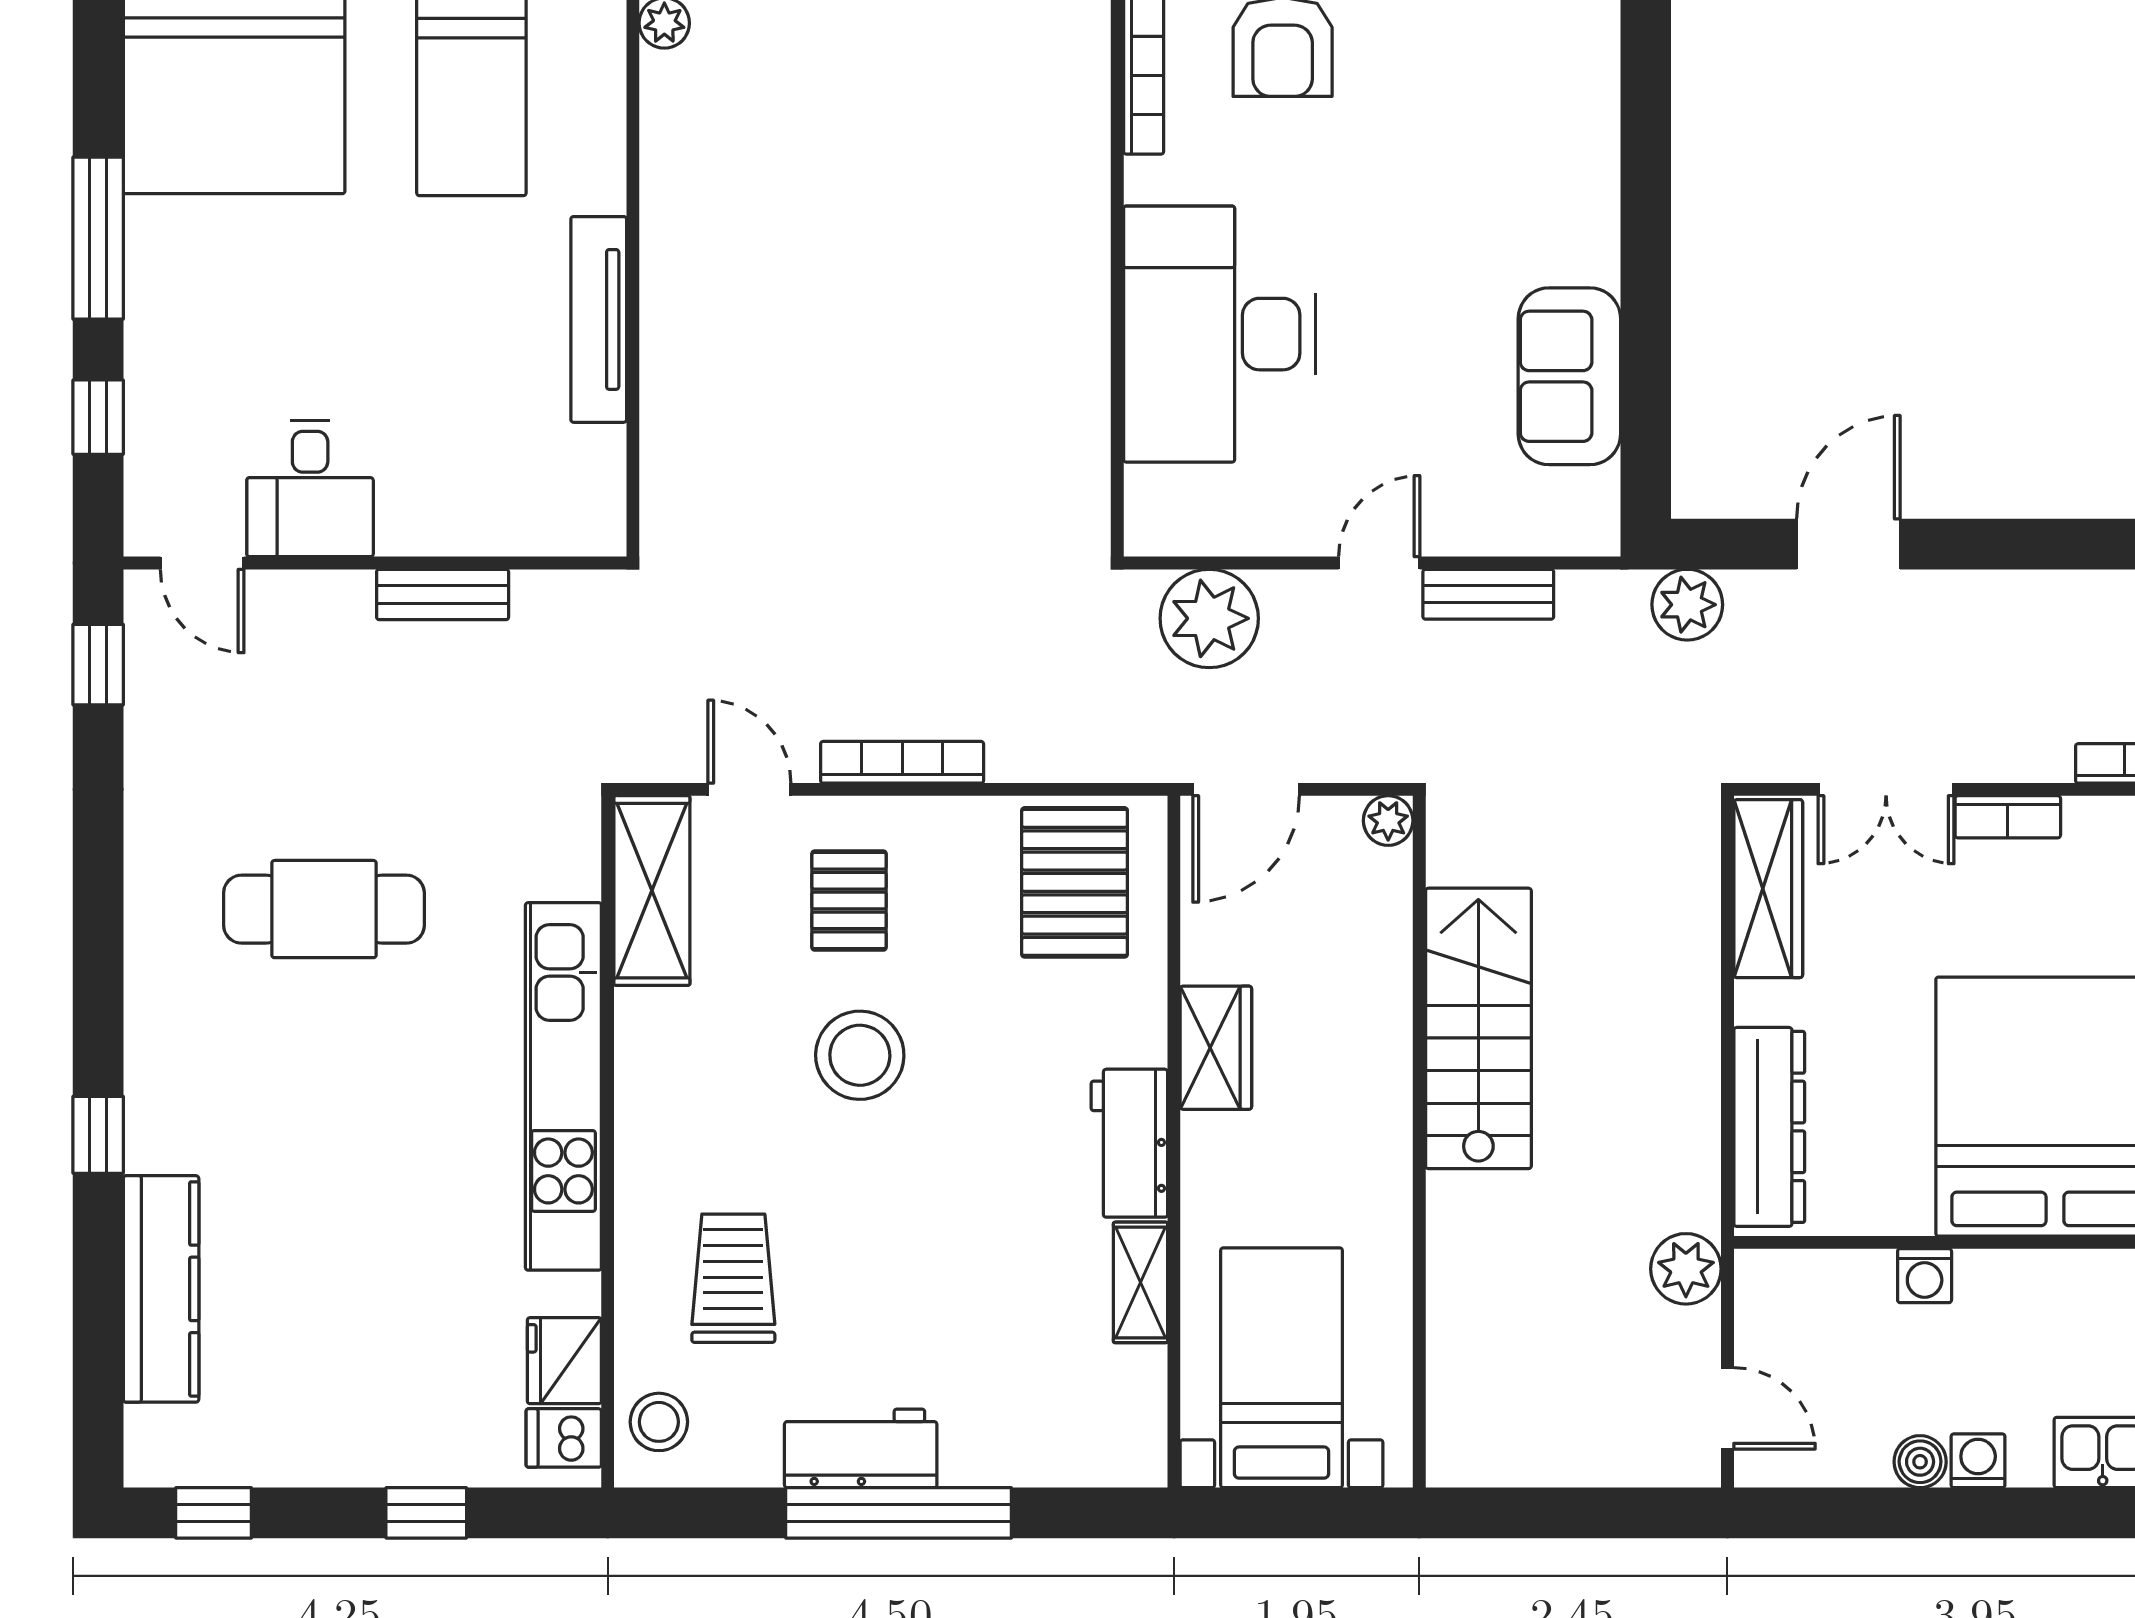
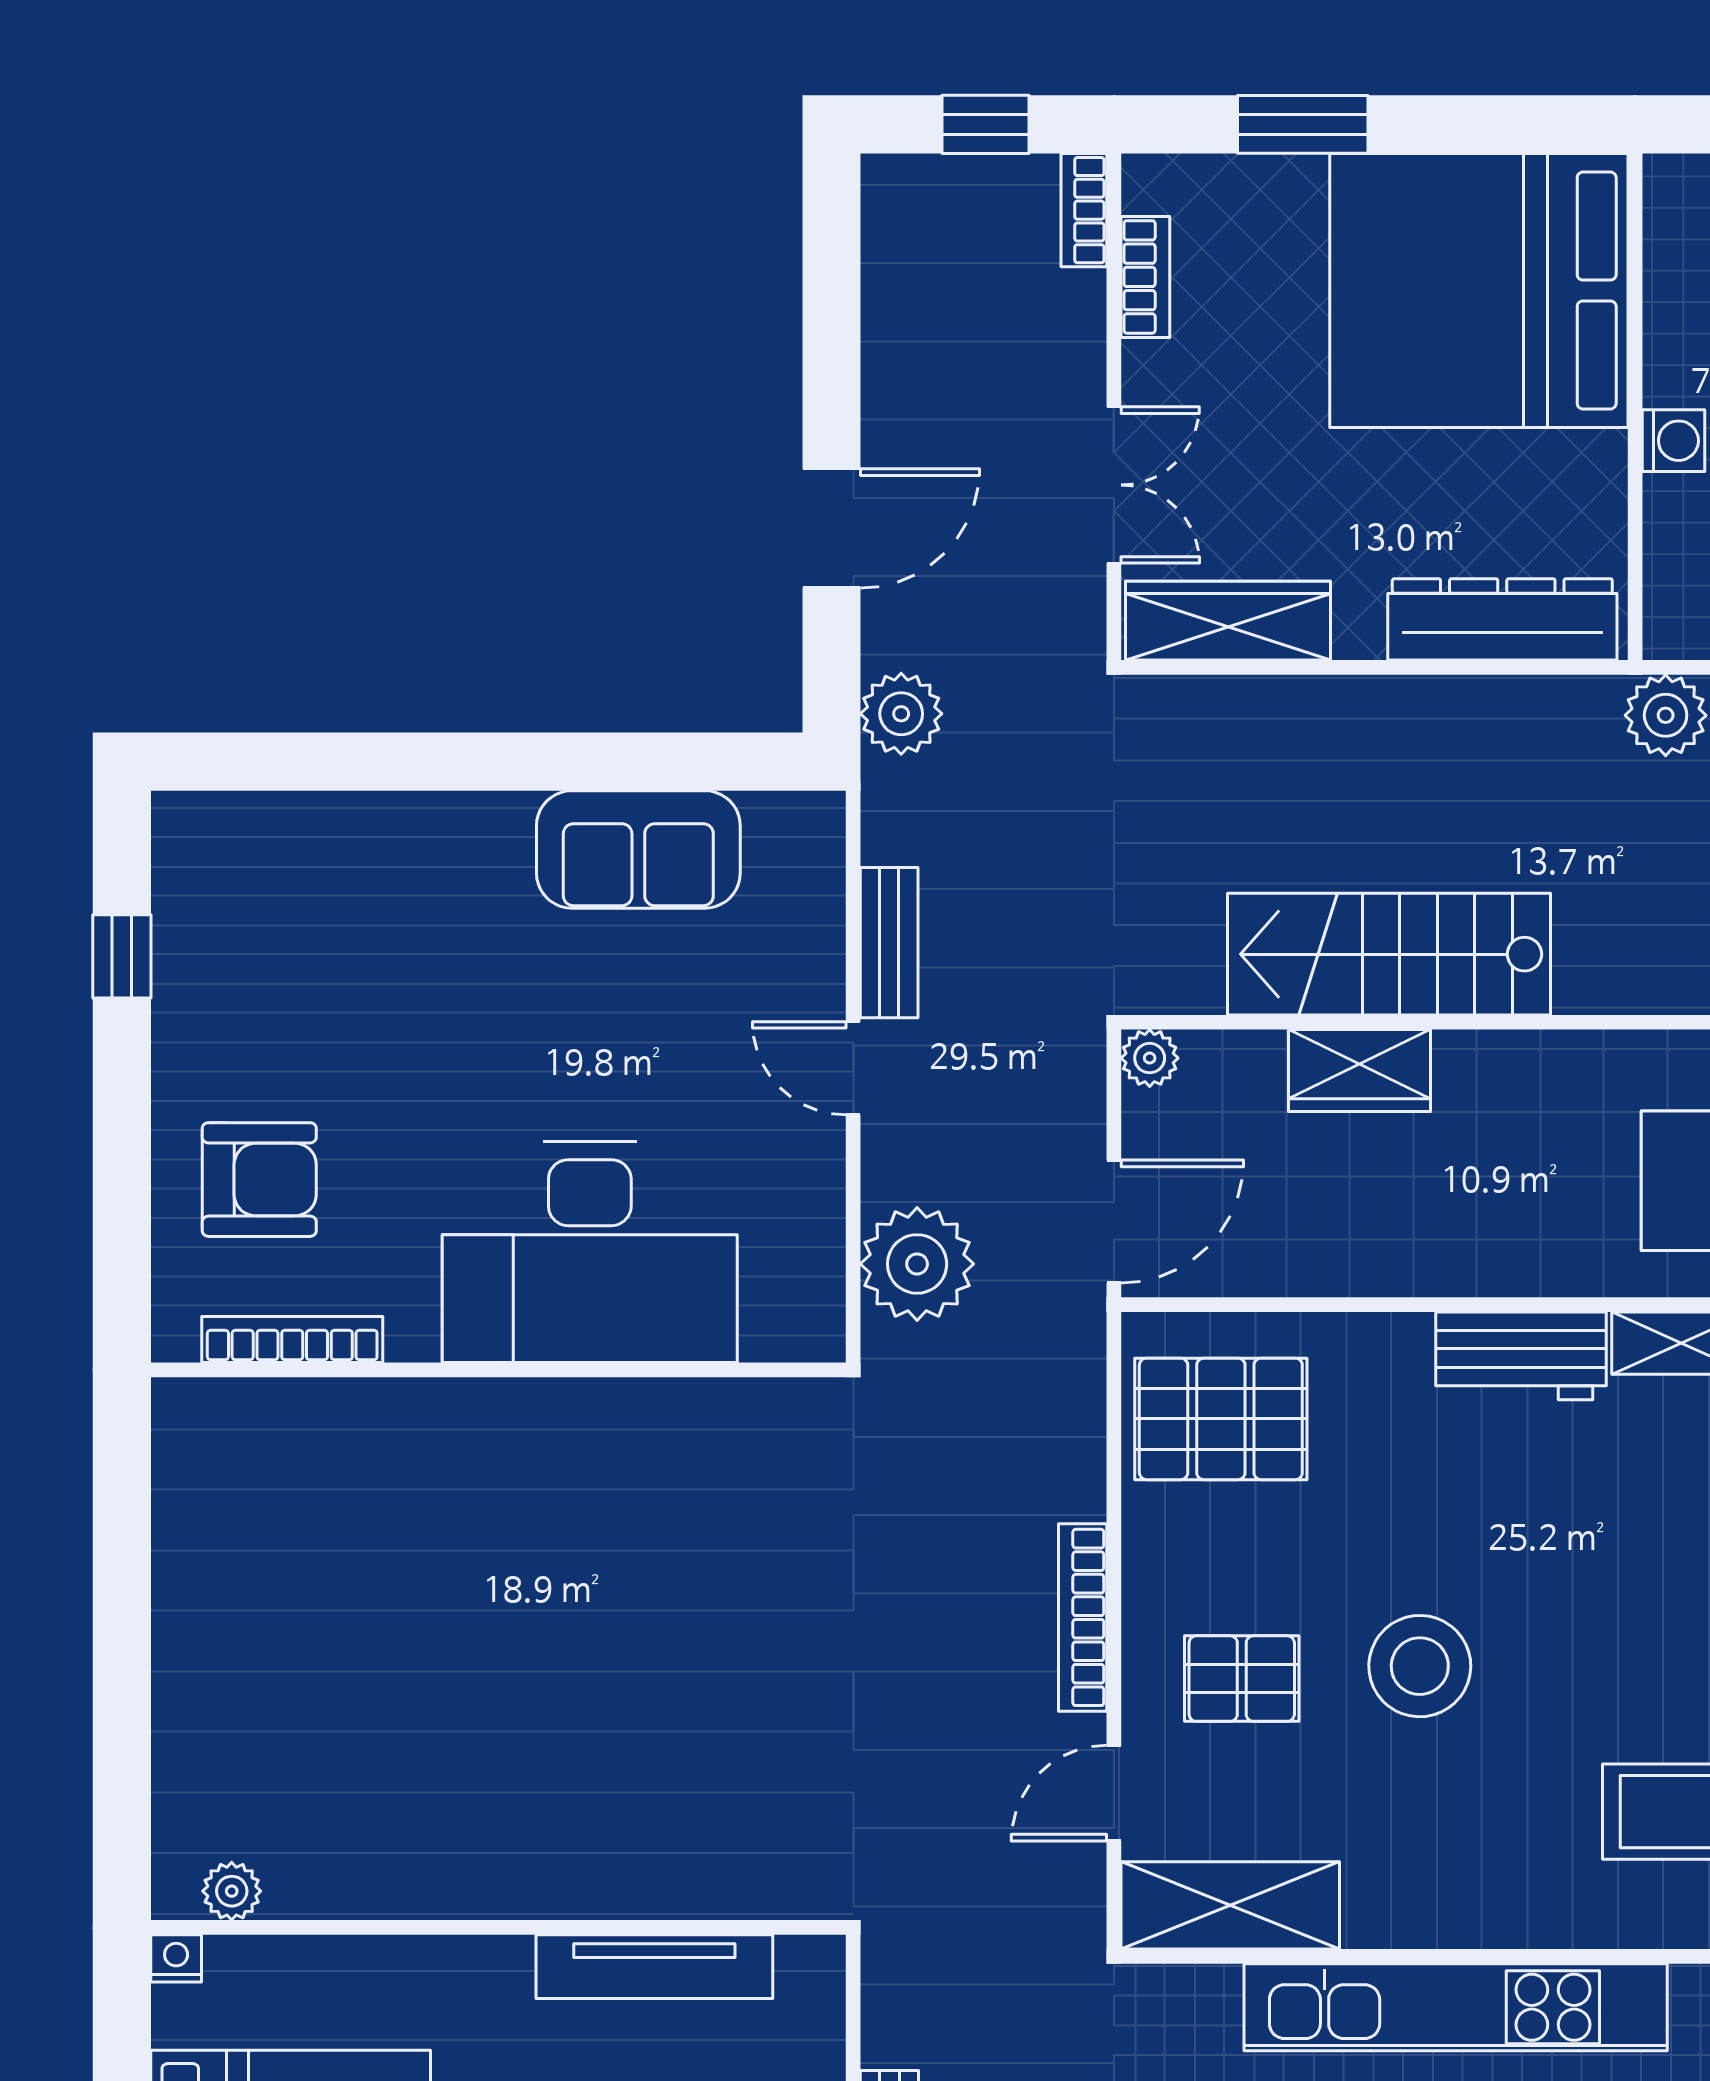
tv unit: (599, 319) -> (654, 1967), moved
door: (1848, 544) -> (831, 528), swing flipped
door: (1246, 789) -> (1114, 1221), hinge flipped
bookcase: (2008, 817) -> (1145, 277), moved
wardrobe: (1216, 1048) -> (1359, 1071), moved, turned 180

